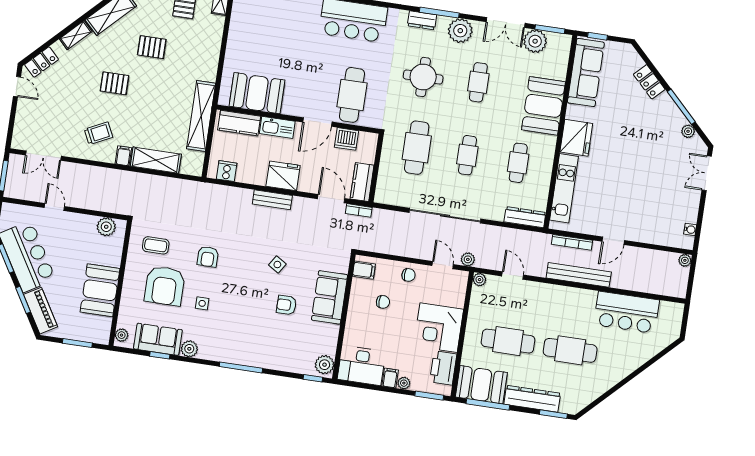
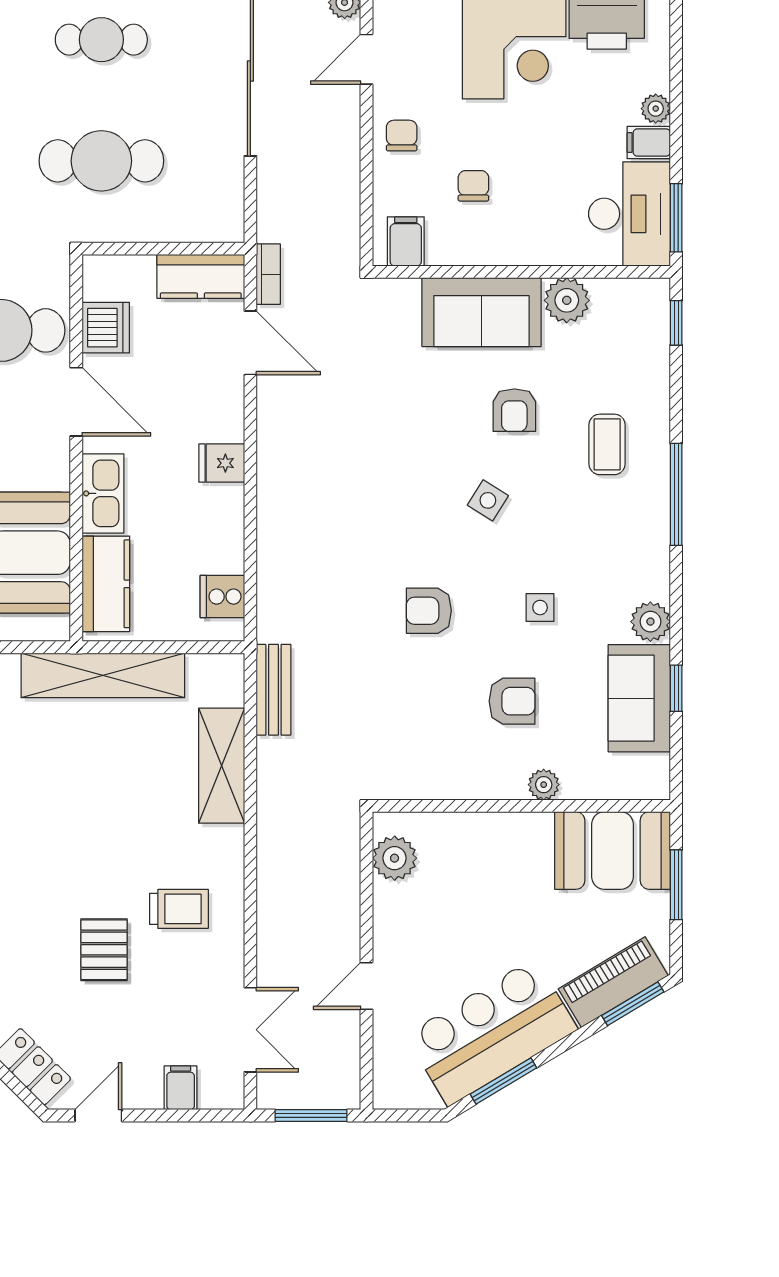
pallet: (115, 83) -> (104, 950), moved
trolley: (98, 133) -> (179, 909), turned 116
filing cabinet: (123, 156) -> (181, 1088), moved, turned 90
fridge: (283, 176) -> (222, 463), width x0.53, depth x0.75
door: (331, 199) -> (250, 343), swing flipped
bench: (272, 200) -> (273, 690), moved
coffee table: (156, 245) -> (607, 444), moved
armchair: (208, 257) -> (429, 611), turned 180
side table: (277, 265) -> (488, 500), moved
armchair: (165, 286) -> (512, 701), width x0.53, depth x0.53
booth: (100, 290) -> (612, 851), moved
window: (23, 300) -> (633, 1004), moved
plant: (122, 335) -> (544, 785), moved
plant: (325, 365) -> (567, 300), moved
window: (429, 396) -> (676, 218), moved

